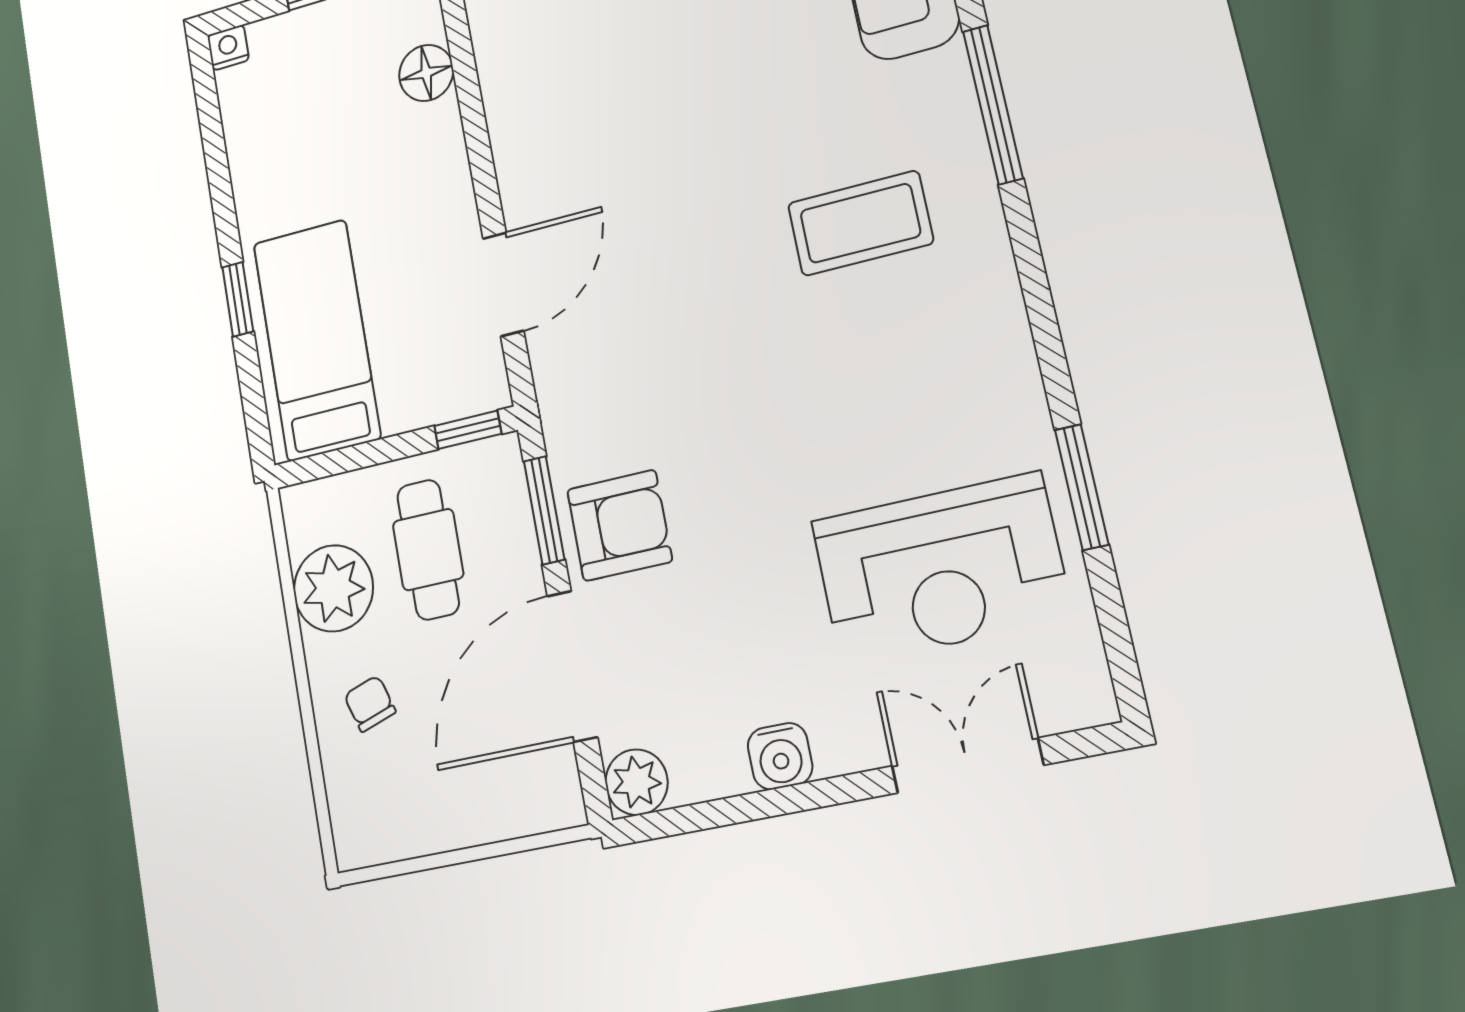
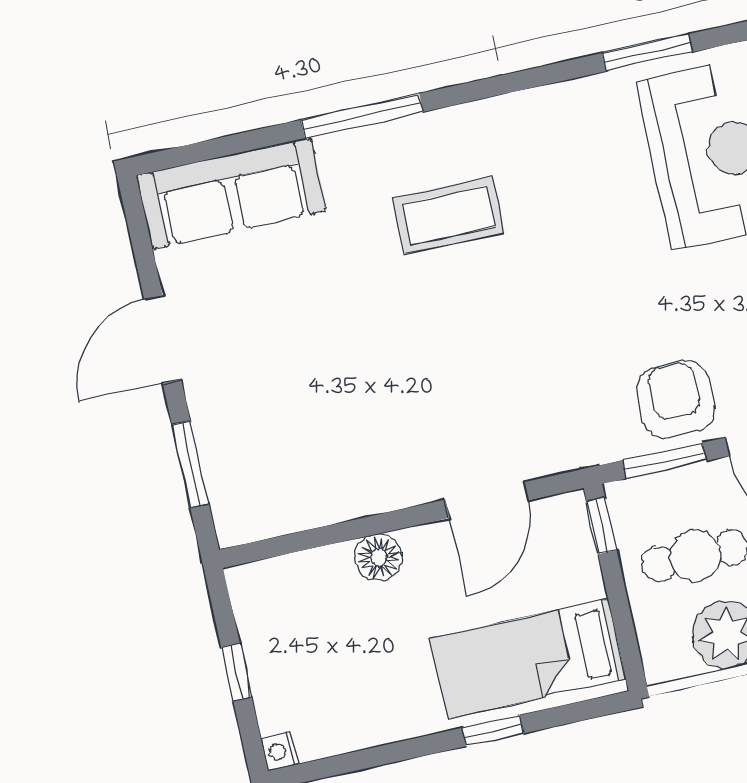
floor lamp: (426, 73) -> (379, 557), moved
coffee table: (860, 223) -> (449, 215), turned 90
door: (503, 284) -> (487, 500), swing flipped

